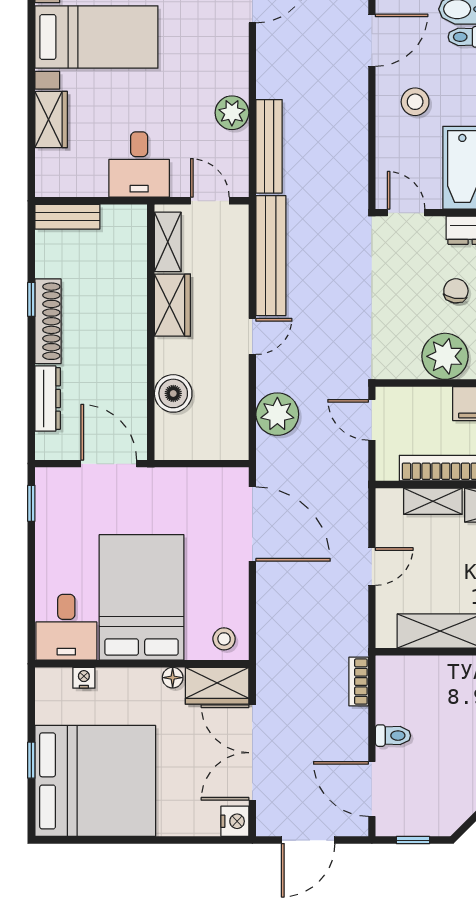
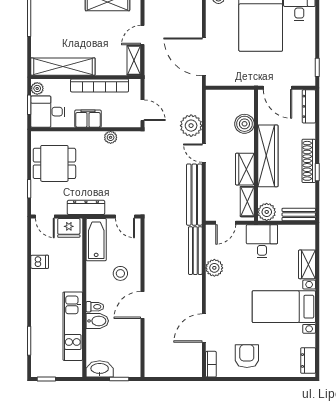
door: (210, 201) -> (226, 223), hinge flipped
plant: (130, 222) -> (267, 212), added
chair: (456, 291) -> (99, 176), removed
wardrobe: (128, 331) -> (268, 156), added
door: (252, 336) -> (204, 153), hinge flipped
plant: (445, 356) -> (111, 137), width x0.53, depth x0.53
dresser: (48, 399) -> (309, 106), moved
plant: (277, 414) -> (191, 126), moved
shelving: (433, 501) -> (134, 60), moved, turned 90

